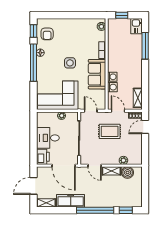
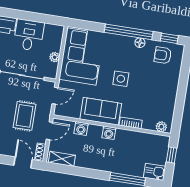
washing machine: (112, 77) -> (109, 133), moved

